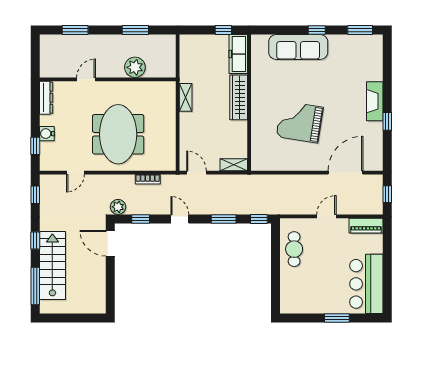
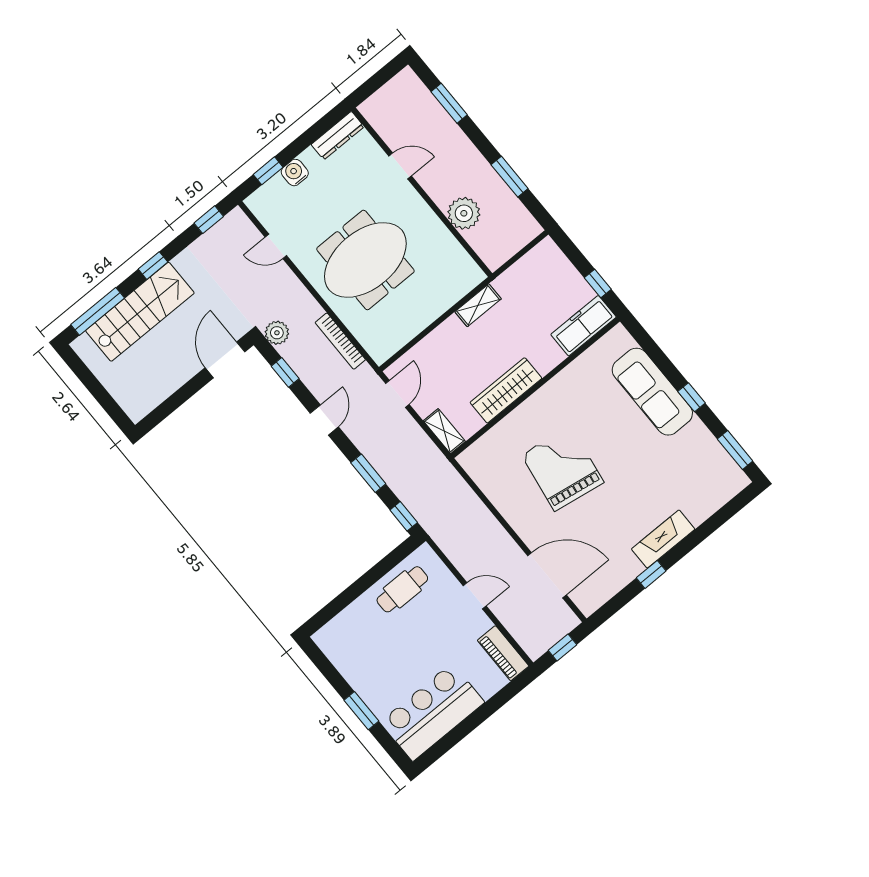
wardrobe: (239, 97) -> (506, 390), moved
bookcase: (148, 179) -> (340, 341), width x1.56

